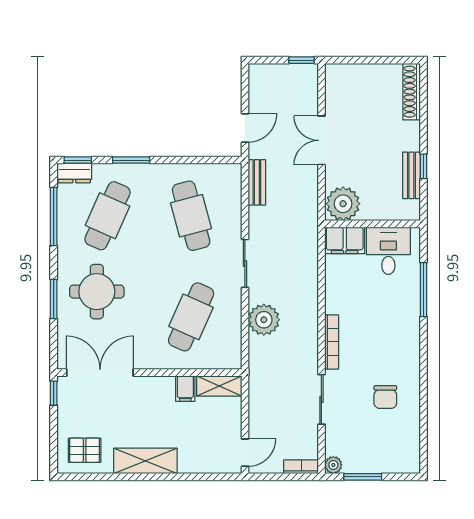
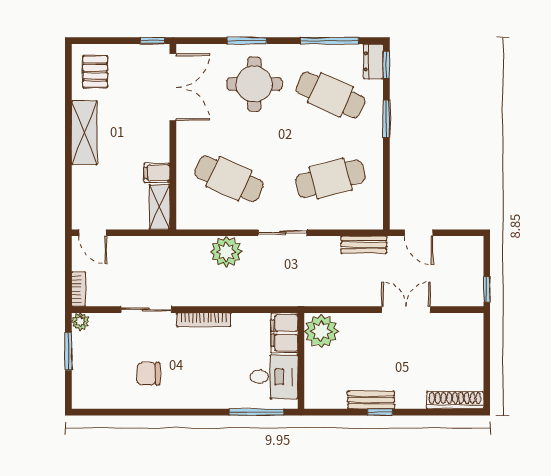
plant: (343, 204) -> (321, 331), moved
wall: (373, 224) -> (301, 361), moved
filing cabinet: (345, 240) -> (284, 333), moved
desk: (388, 251) -> (274, 377), moved

